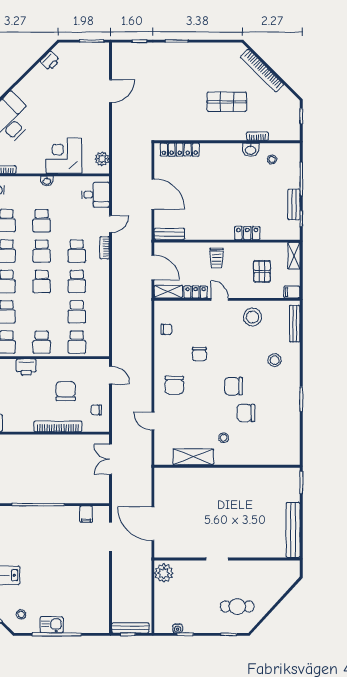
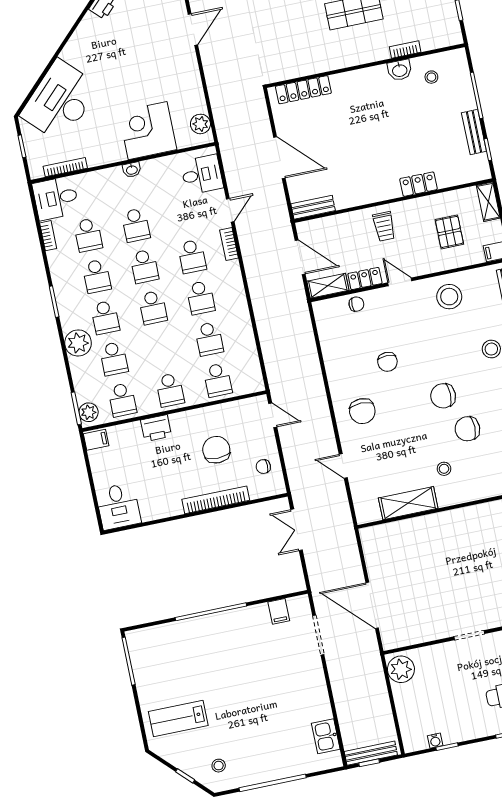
chair: (166, 329) -> (356, 304), moved
kitchen sink: (52, 625) -> (326, 736), moved, turned -90

